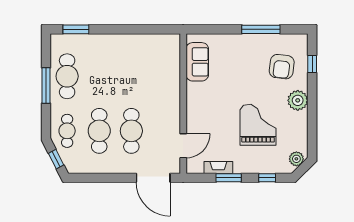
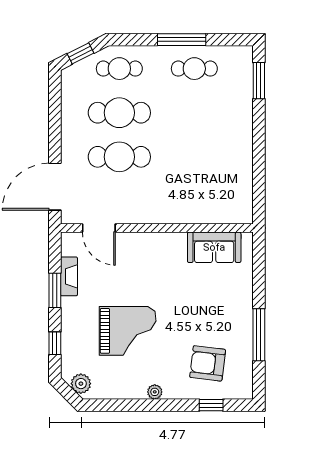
cafe table: (67, 76) -> (194, 69), width x0.73, depth x0.74
plant: (298, 100) -> (155, 392), width x0.53, depth x0.53

